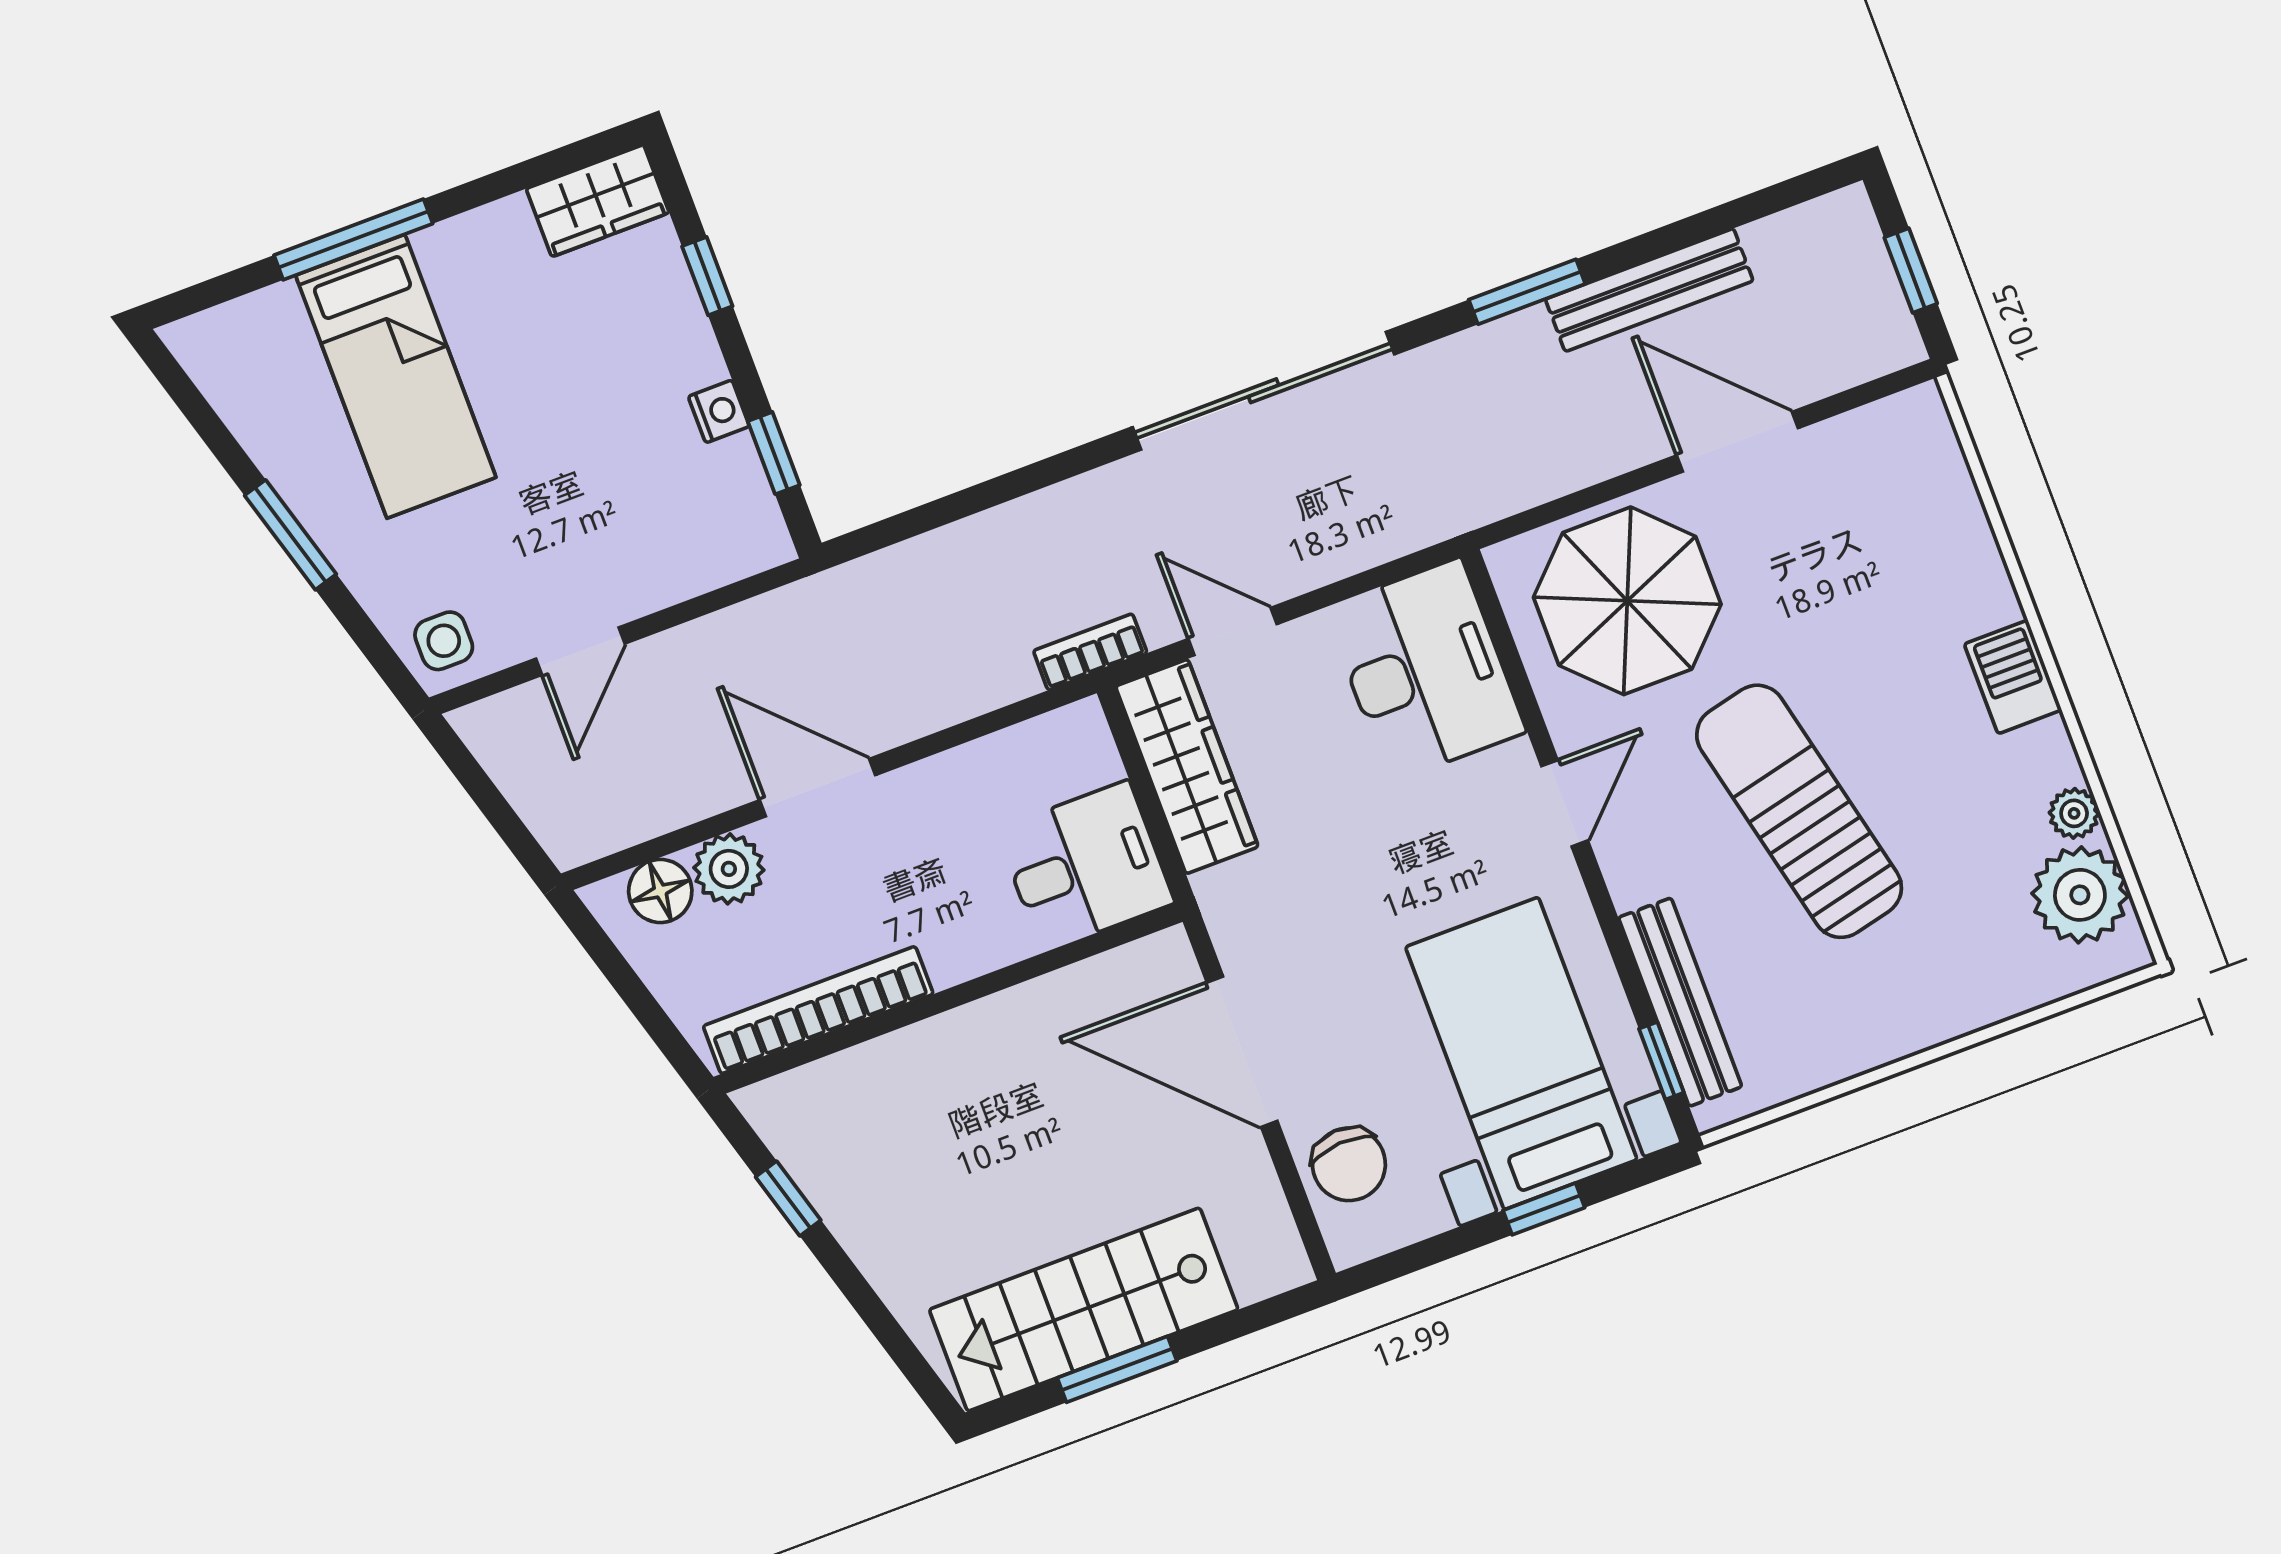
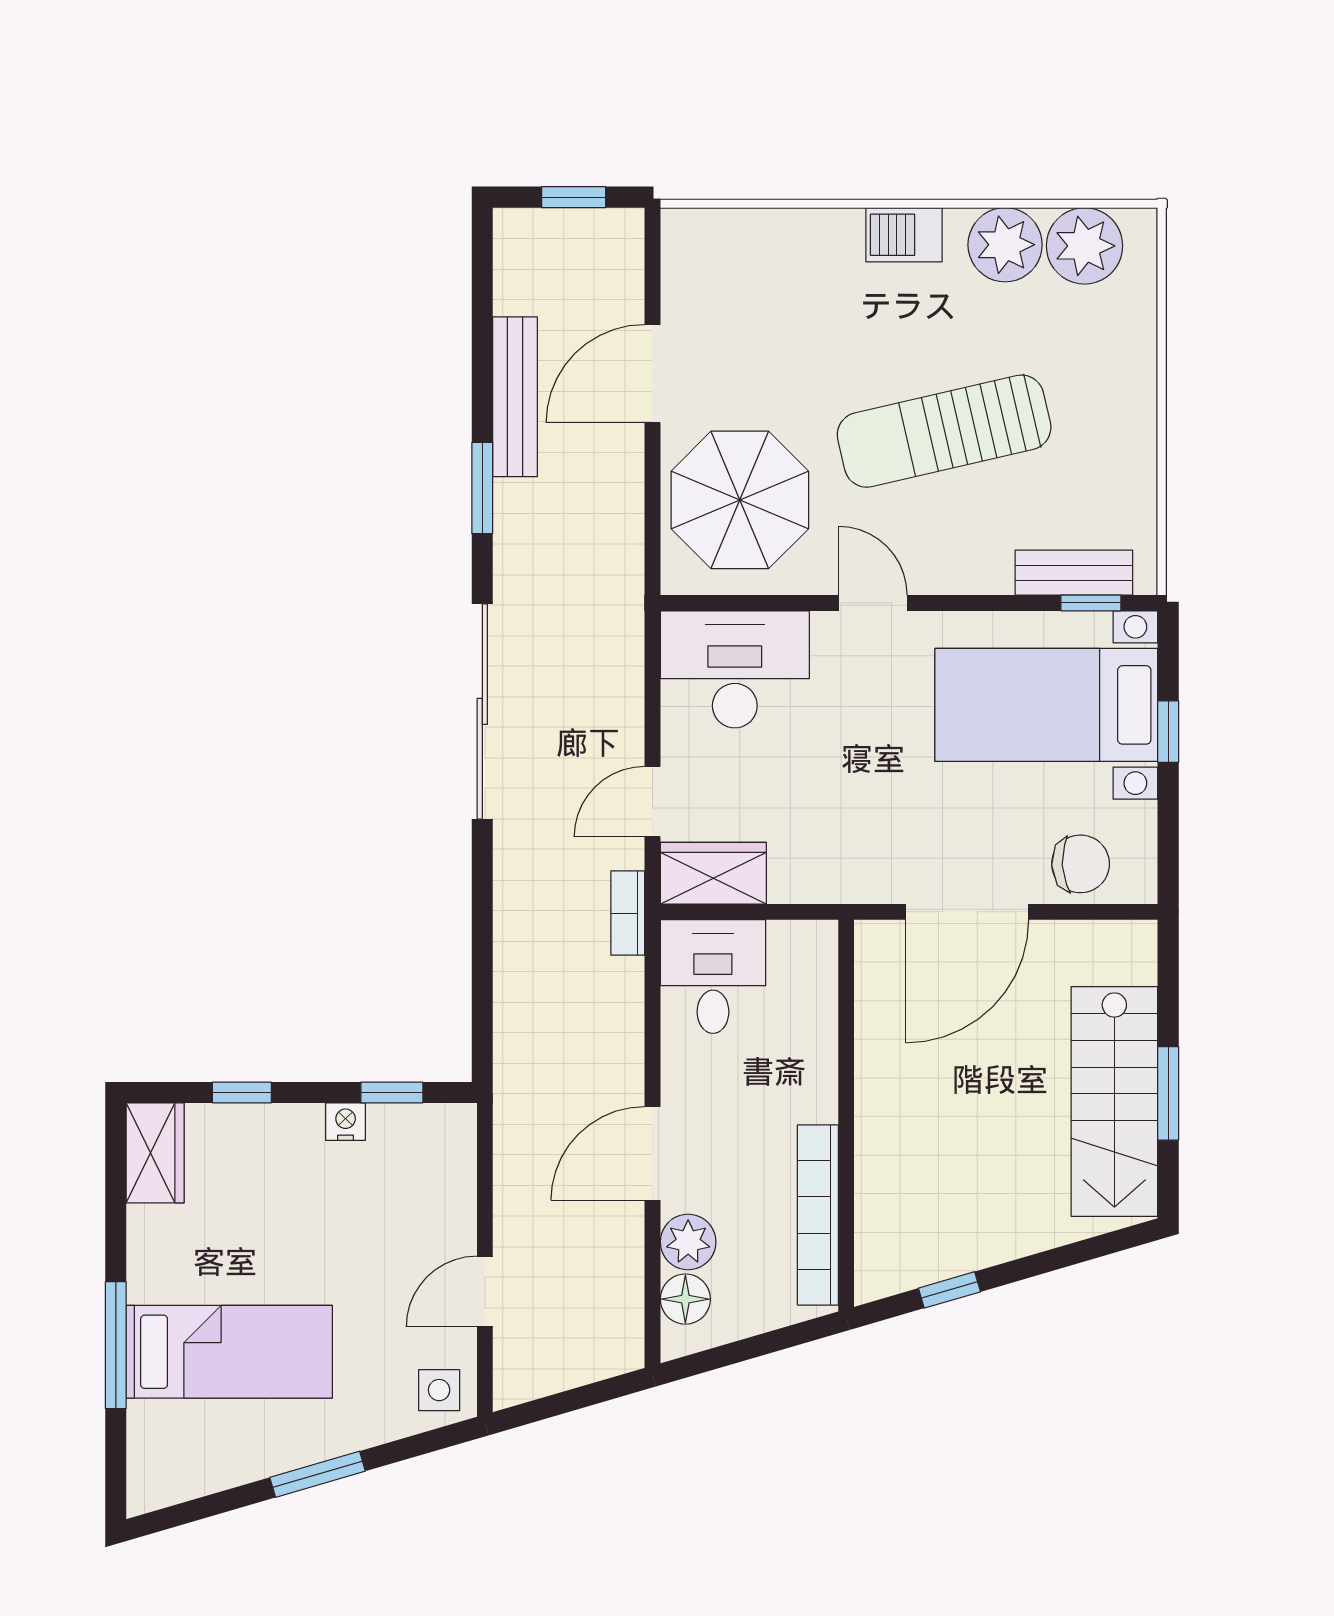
door: (580, 651) -> (485, 1292), swing flipped
wardrobe: (1187, 767) -> (713, 873), width x0.67
plant: (2074, 813) -> (1005, 245), width x1.88, depth x1.88
desk: (1085, 866) -> (713, 977), moved
bench: (1680, 1002) -> (1074, 573), width x0.73

